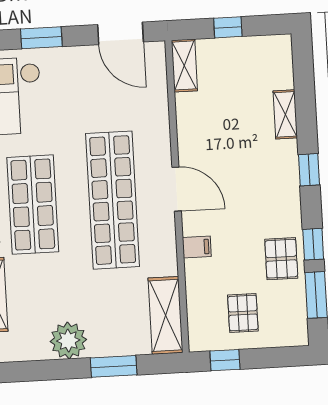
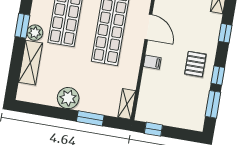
pallet: (281, 259) -> (195, 64), moved
pallet: (243, 313) -> (170, 105), removed
shelving: (165, 315) -> (127, 104), width x0.67, depth x0.75

